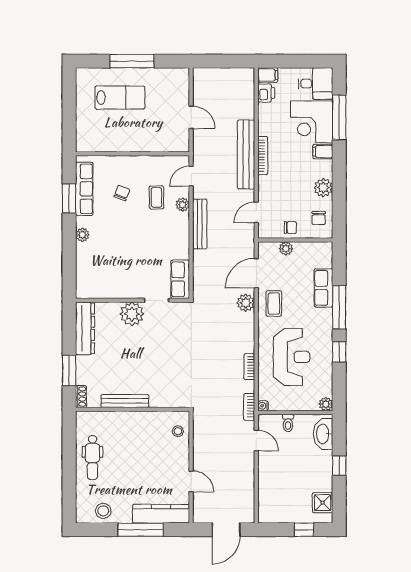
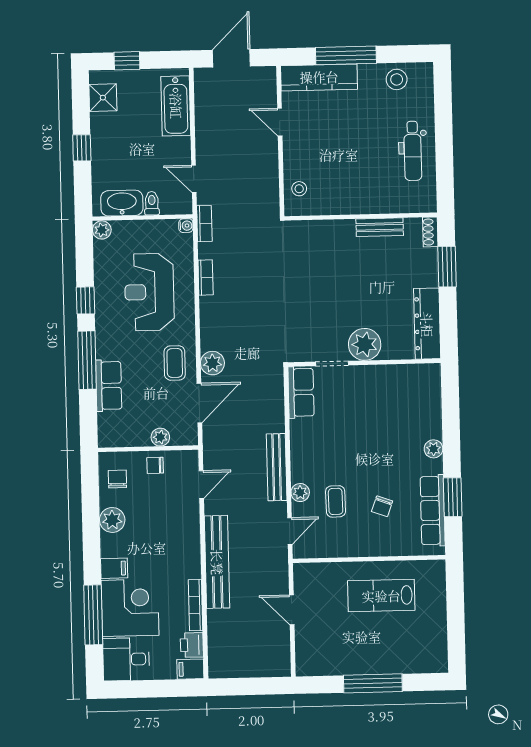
lab bench: (120, 98) -> (381, 596), moved
bookcase: (263, 156) -> (196, 605), moved
bench: (125, 401) -> (380, 227), width x0.73
washbasin: (323, 434) -> (122, 203), moved, turned -90
dental chair: (92, 457) -> (413, 151), turned 180
bathtub: (268, 495) -> (176, 106), added

